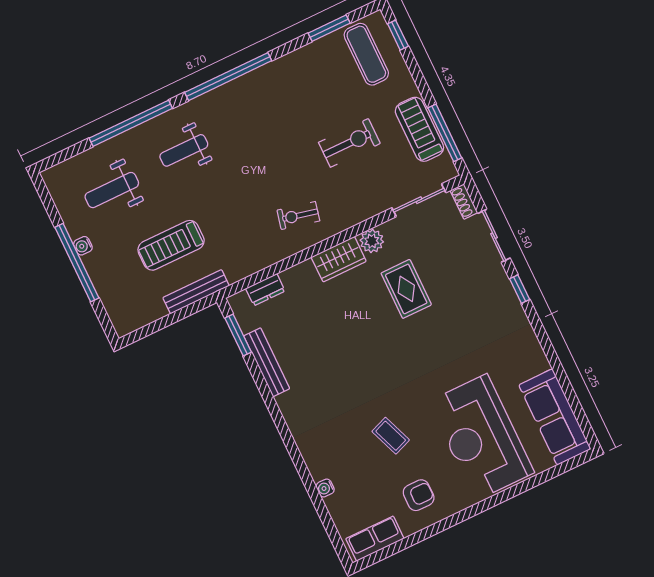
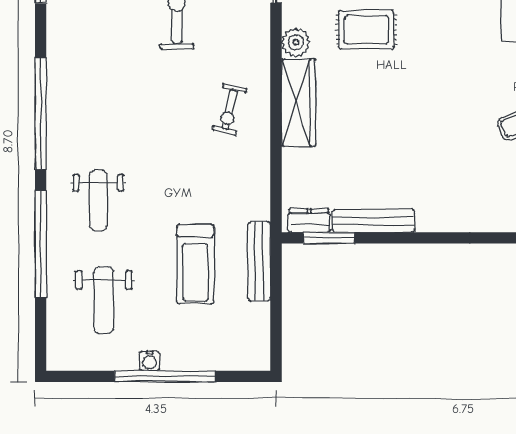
wardrobe: (339, 259) -> (298, 103), width x1.50
dresser: (265, 290) -> (309, 221), moved, turned -90

